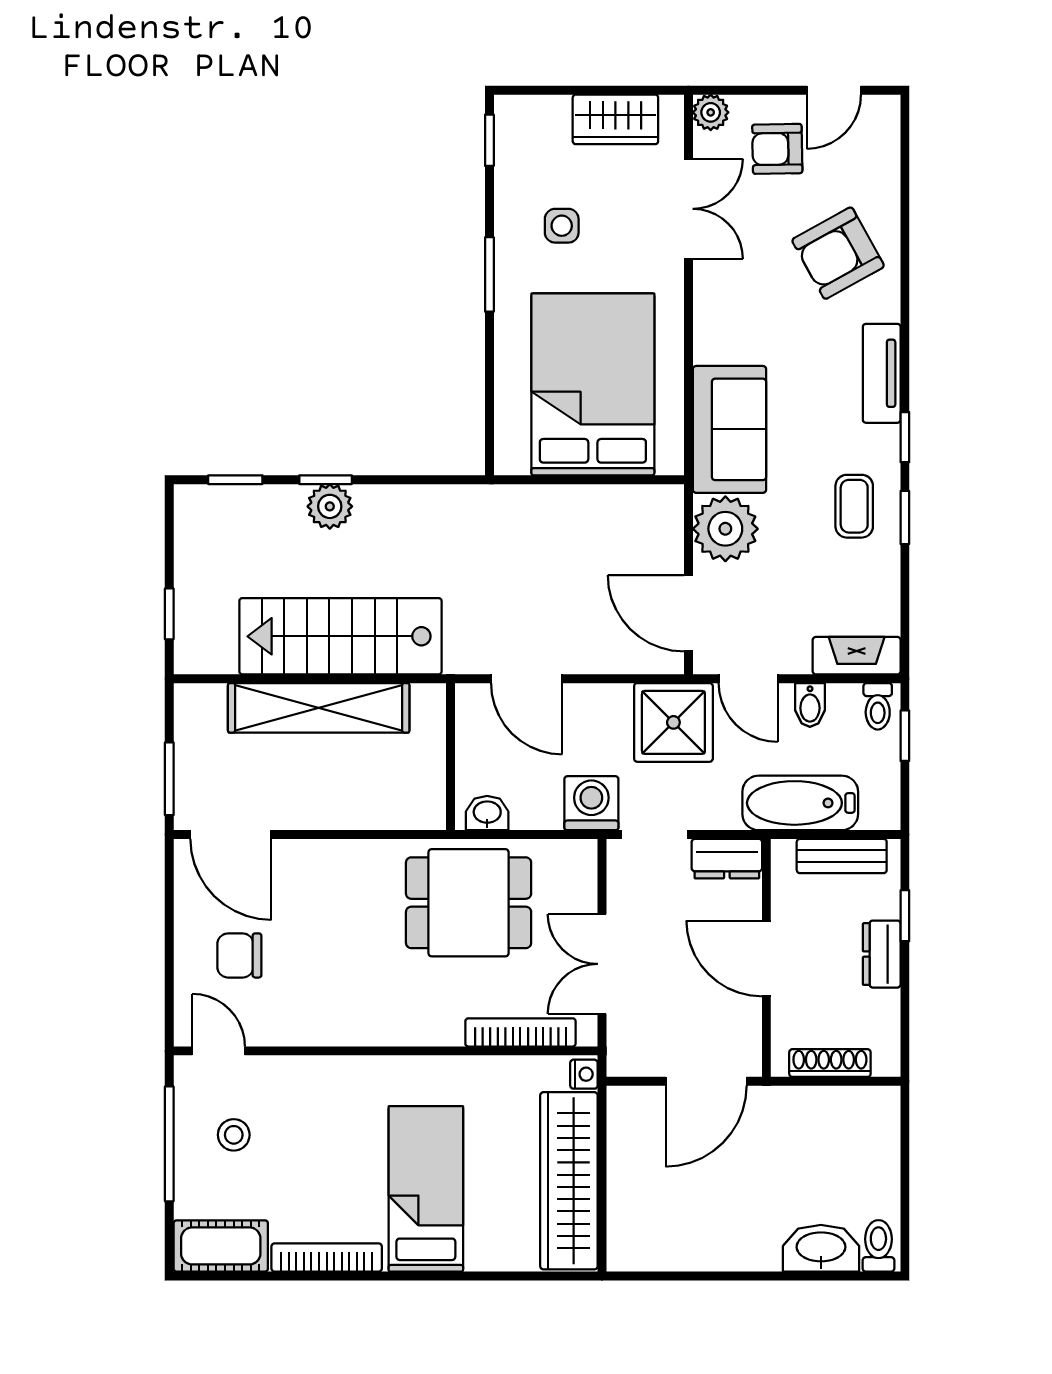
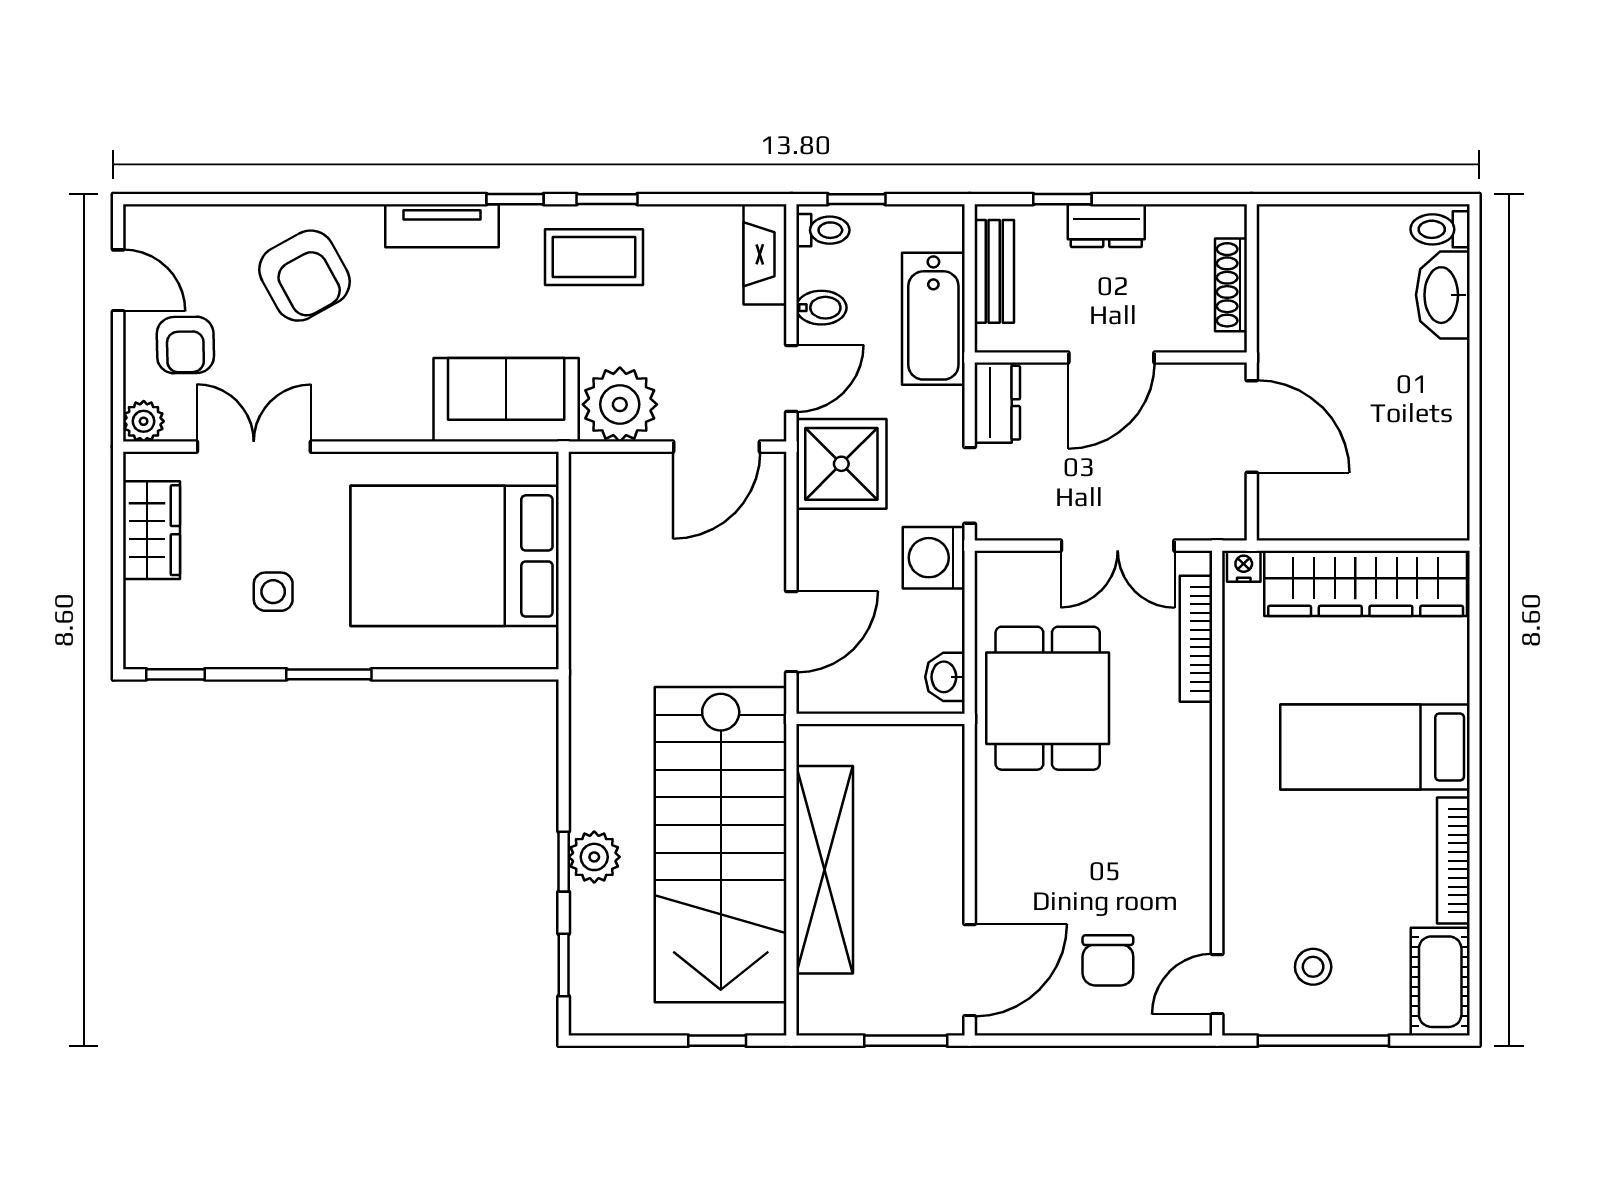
coffee table: (854, 506) -> (594, 257), width x1.36, depth x1.30
stairs: (340, 636) -> (721, 845), width x1.36, depth x1.51

